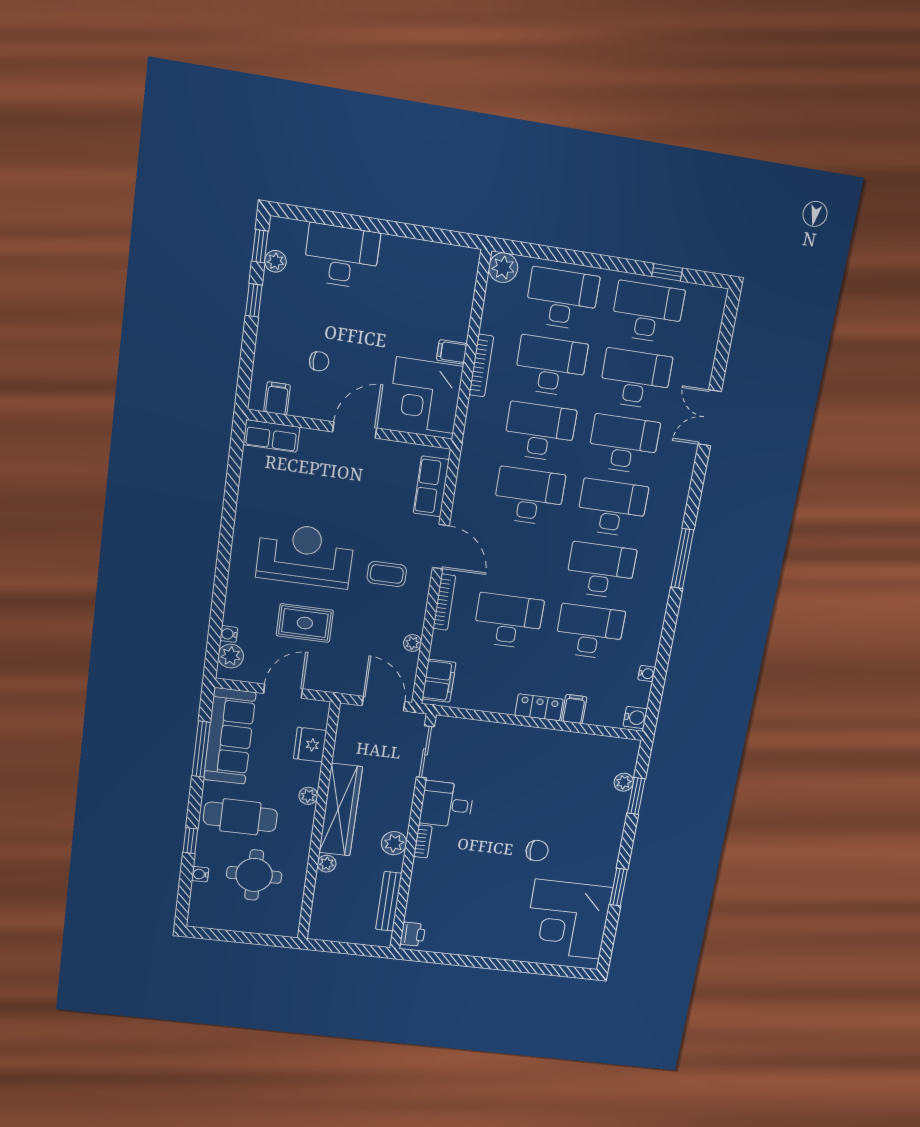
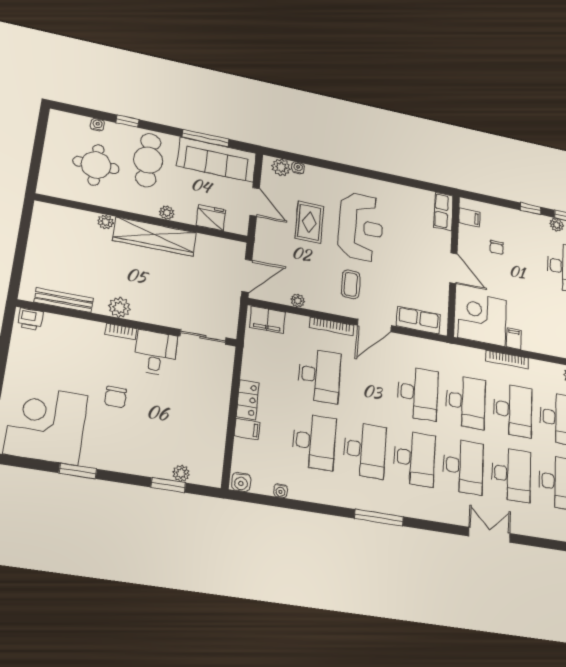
sliding door: (425, 752) -> (203, 337), moved
desk: (447, 804) -> (156, 353), moved
wall: (413, 834) -> (128, 323), moved
bookcase: (423, 841) -> (121, 331), moved
plant: (394, 843) -> (120, 307), moved
bench: (389, 901) -> (64, 300), moved
printer: (413, 934) -> (30, 319), moved

